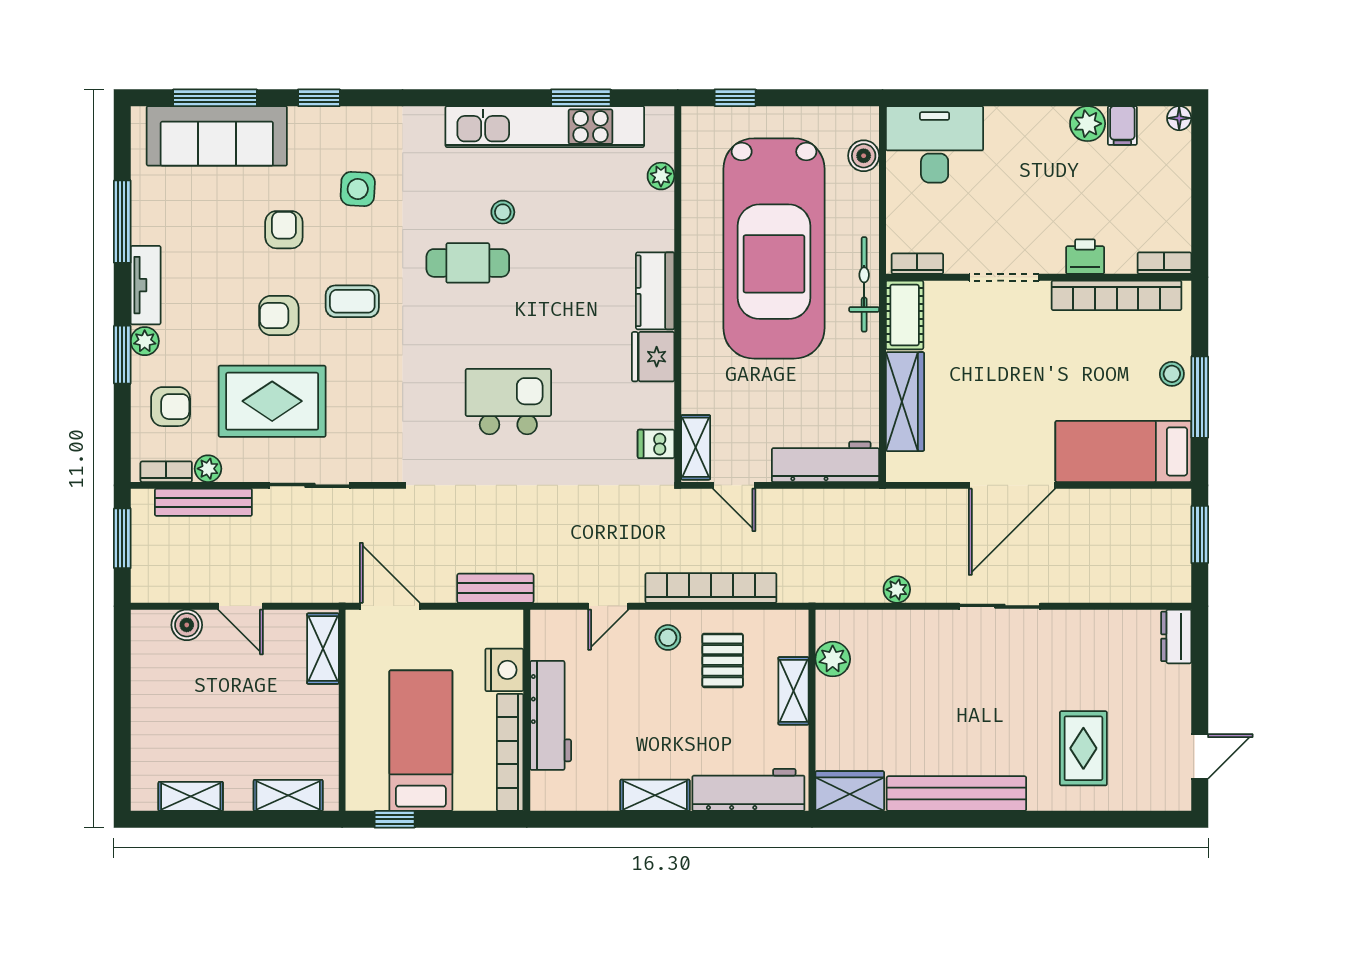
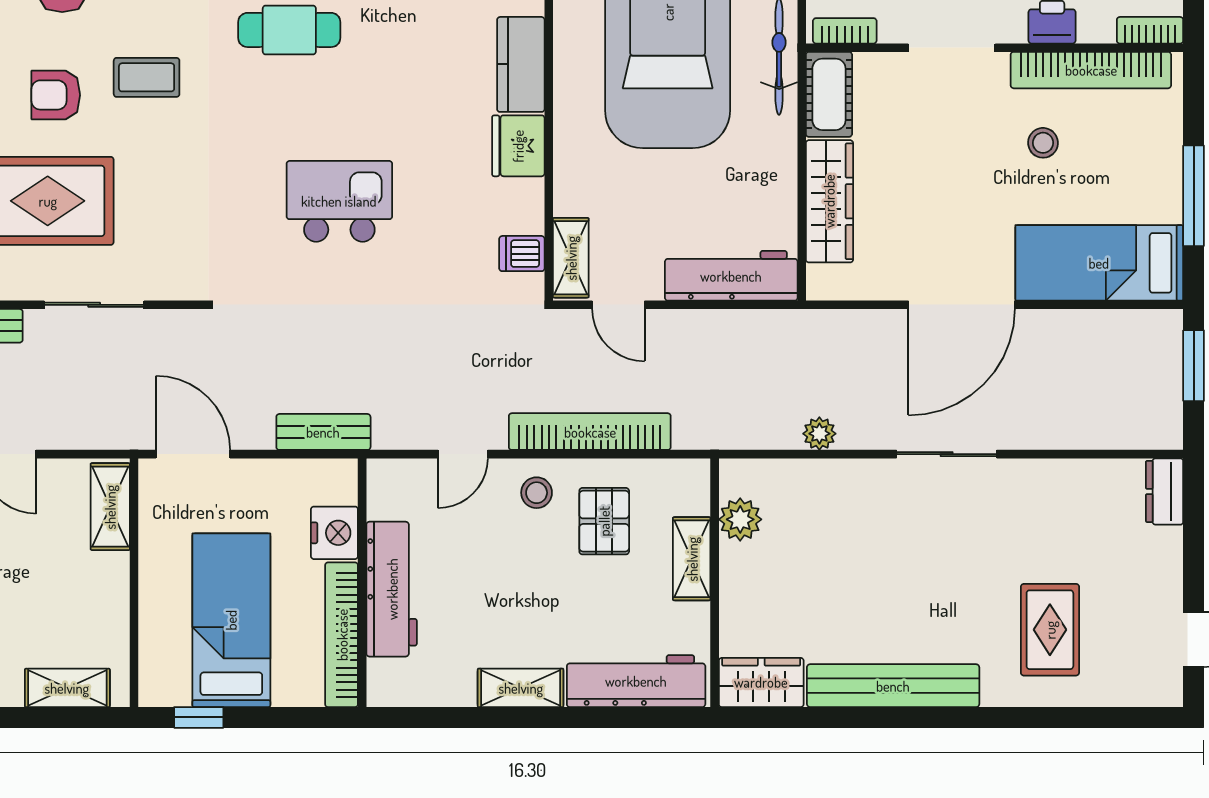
stool: (1172, 374) -> (1043, 143), moved

